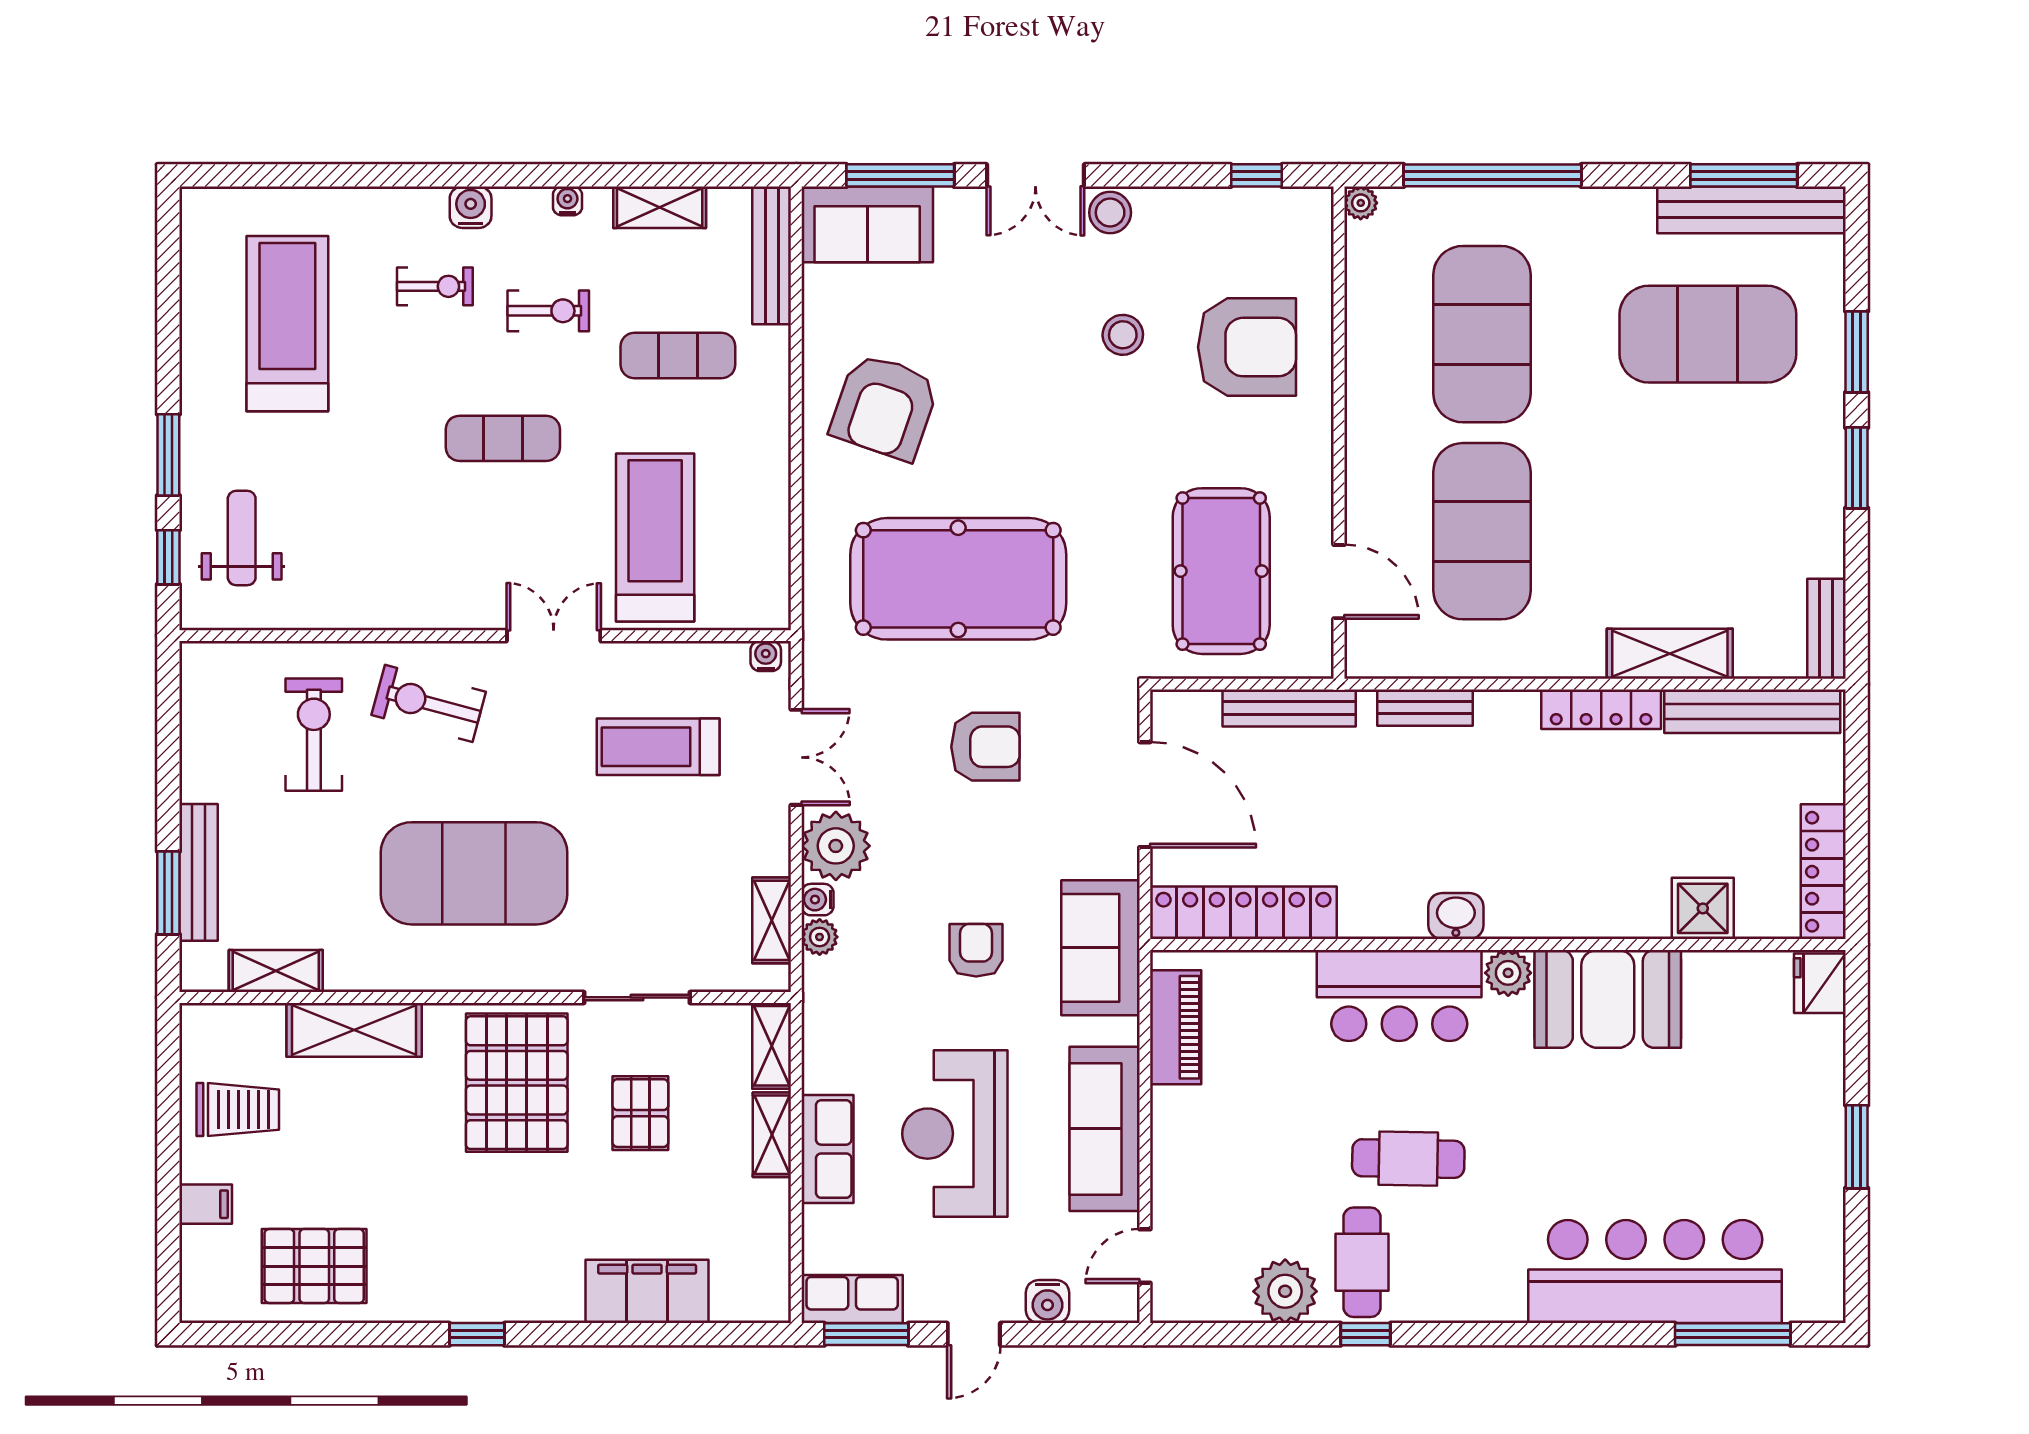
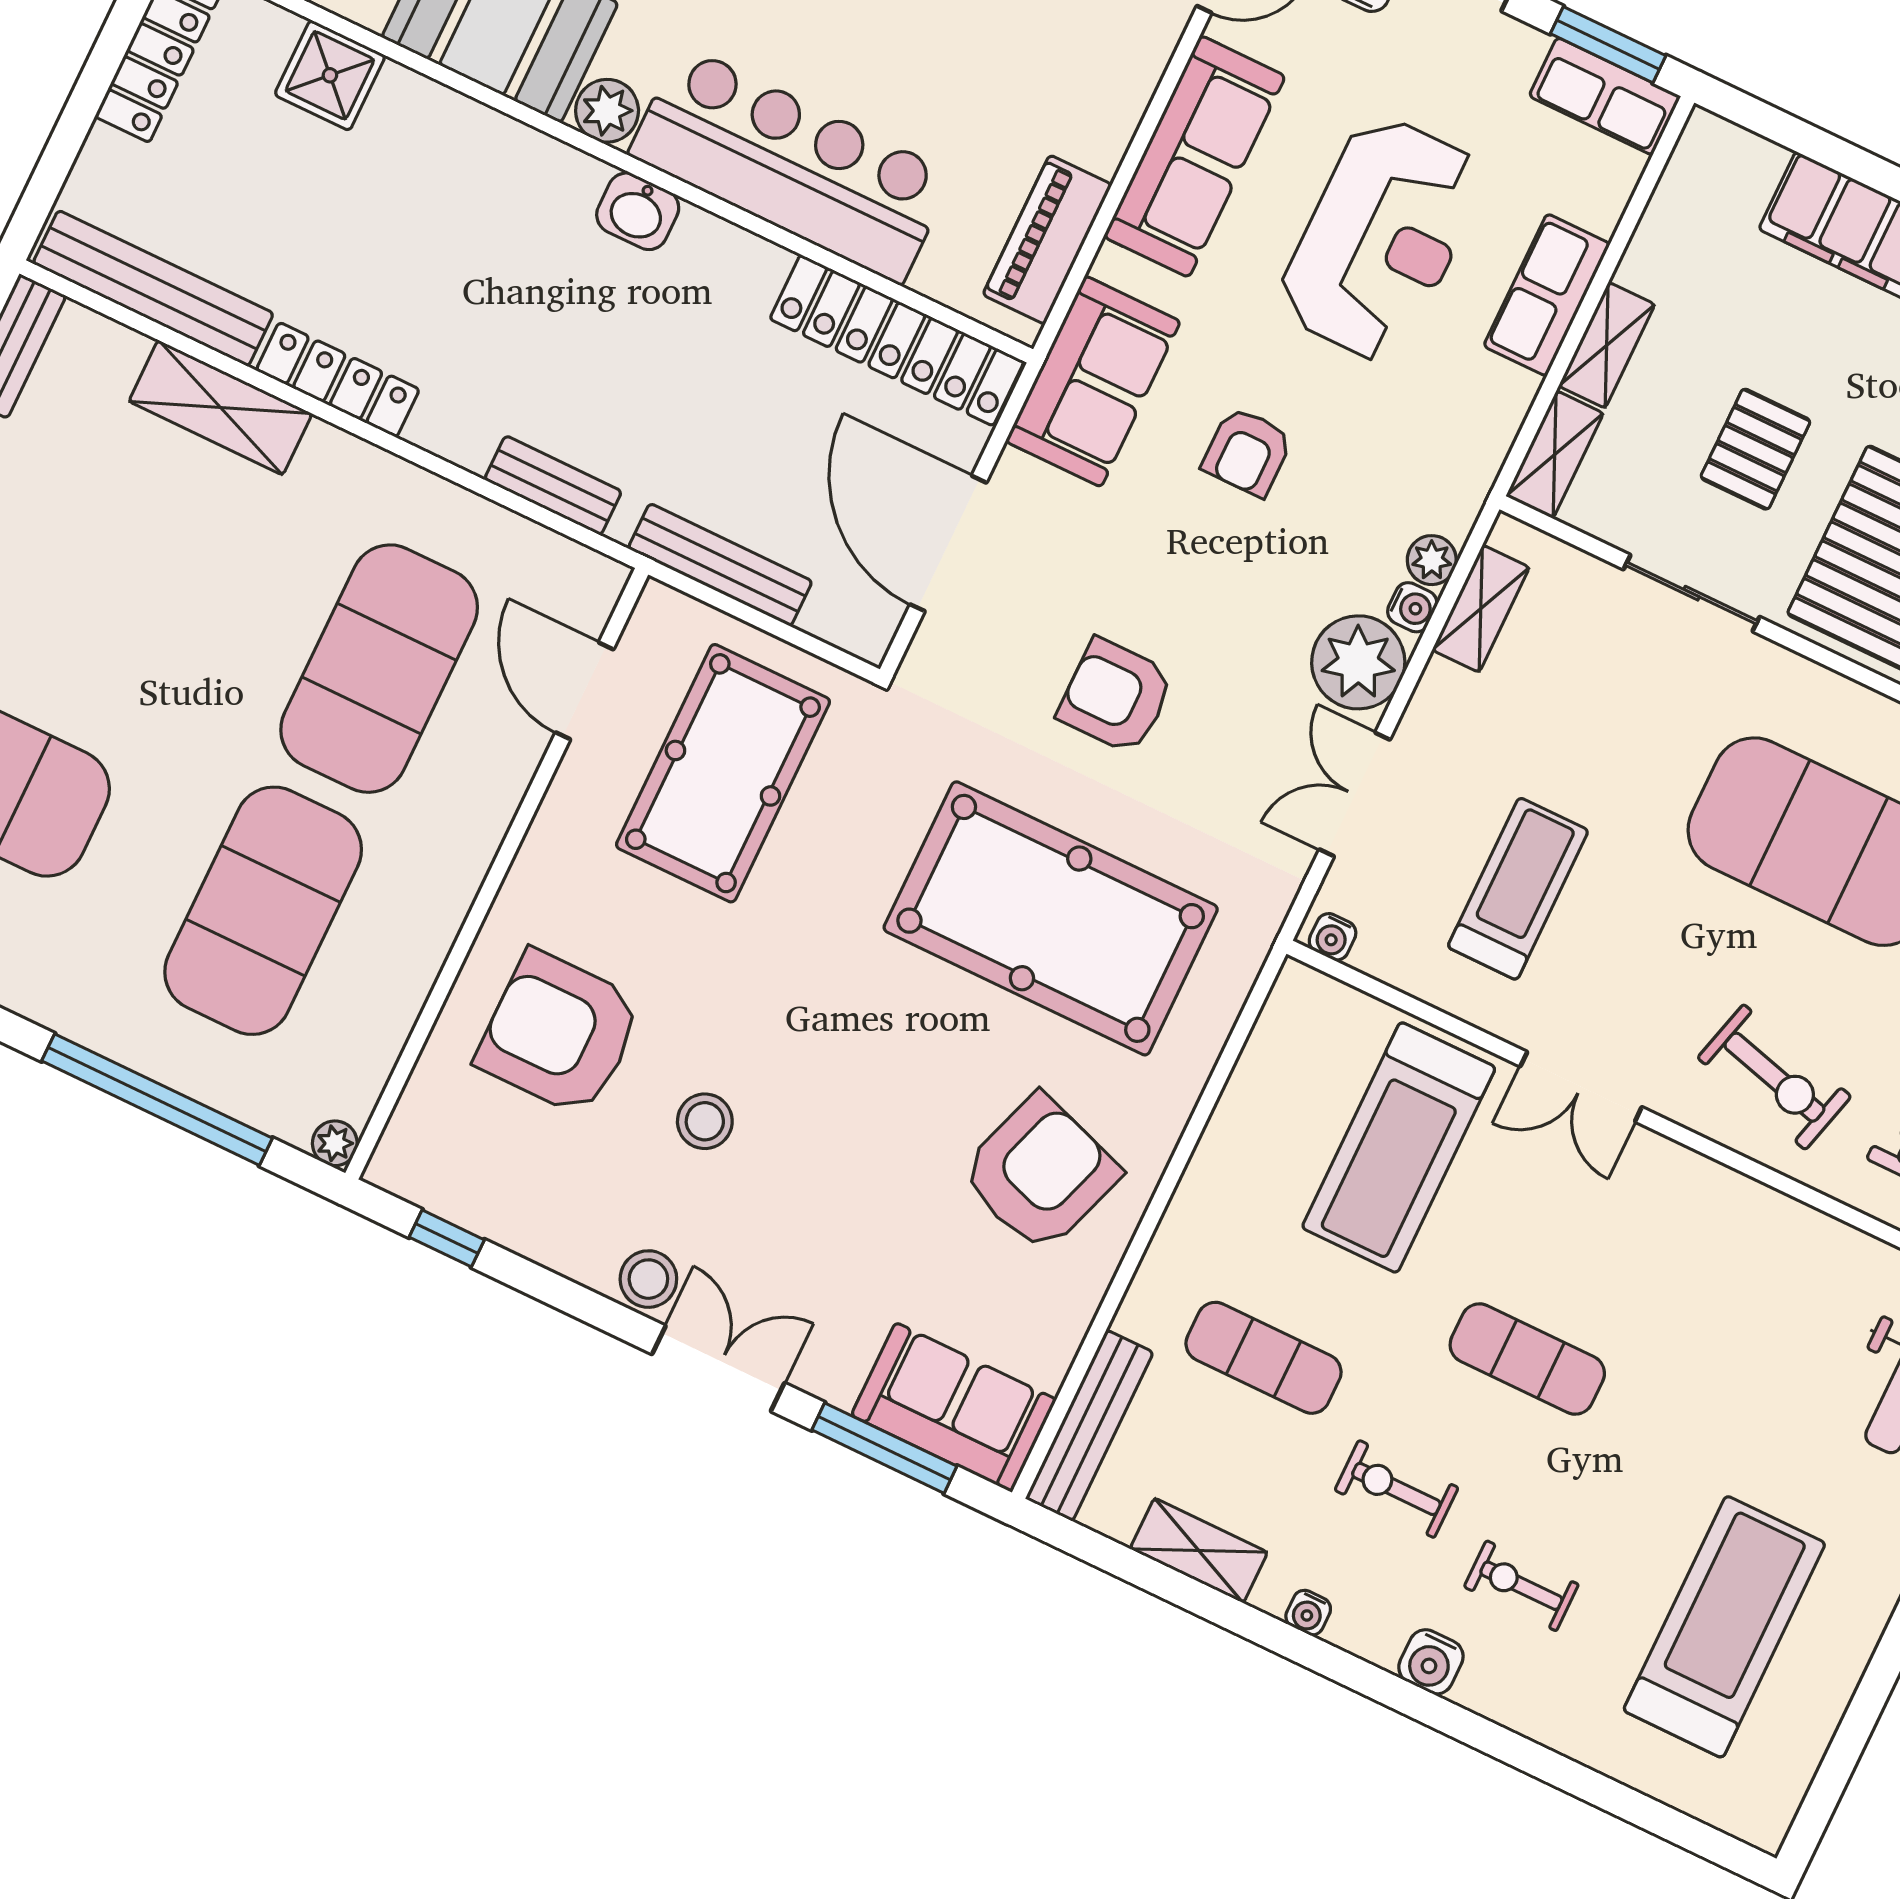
treadmill: (287, 324) -> (1724, 1627), turned 180
treadmill: (658, 747) -> (1518, 889), turned -90
bar counter: (1399, 996) -> (791, 165), width x1.36

